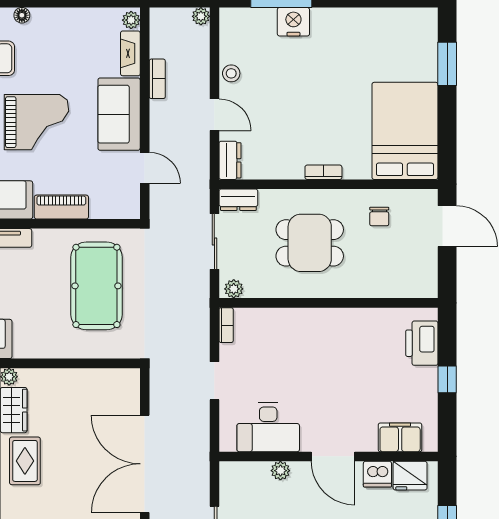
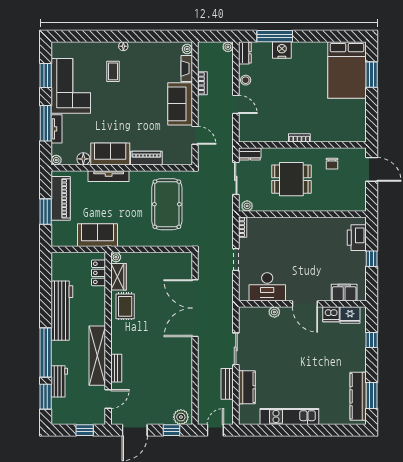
grand piano: (36, 122) -> (132, 109), removed
bed: (405, 131) -> (347, 70), moved, turned 180
dresser: (230, 160) -> (245, 53), moved

